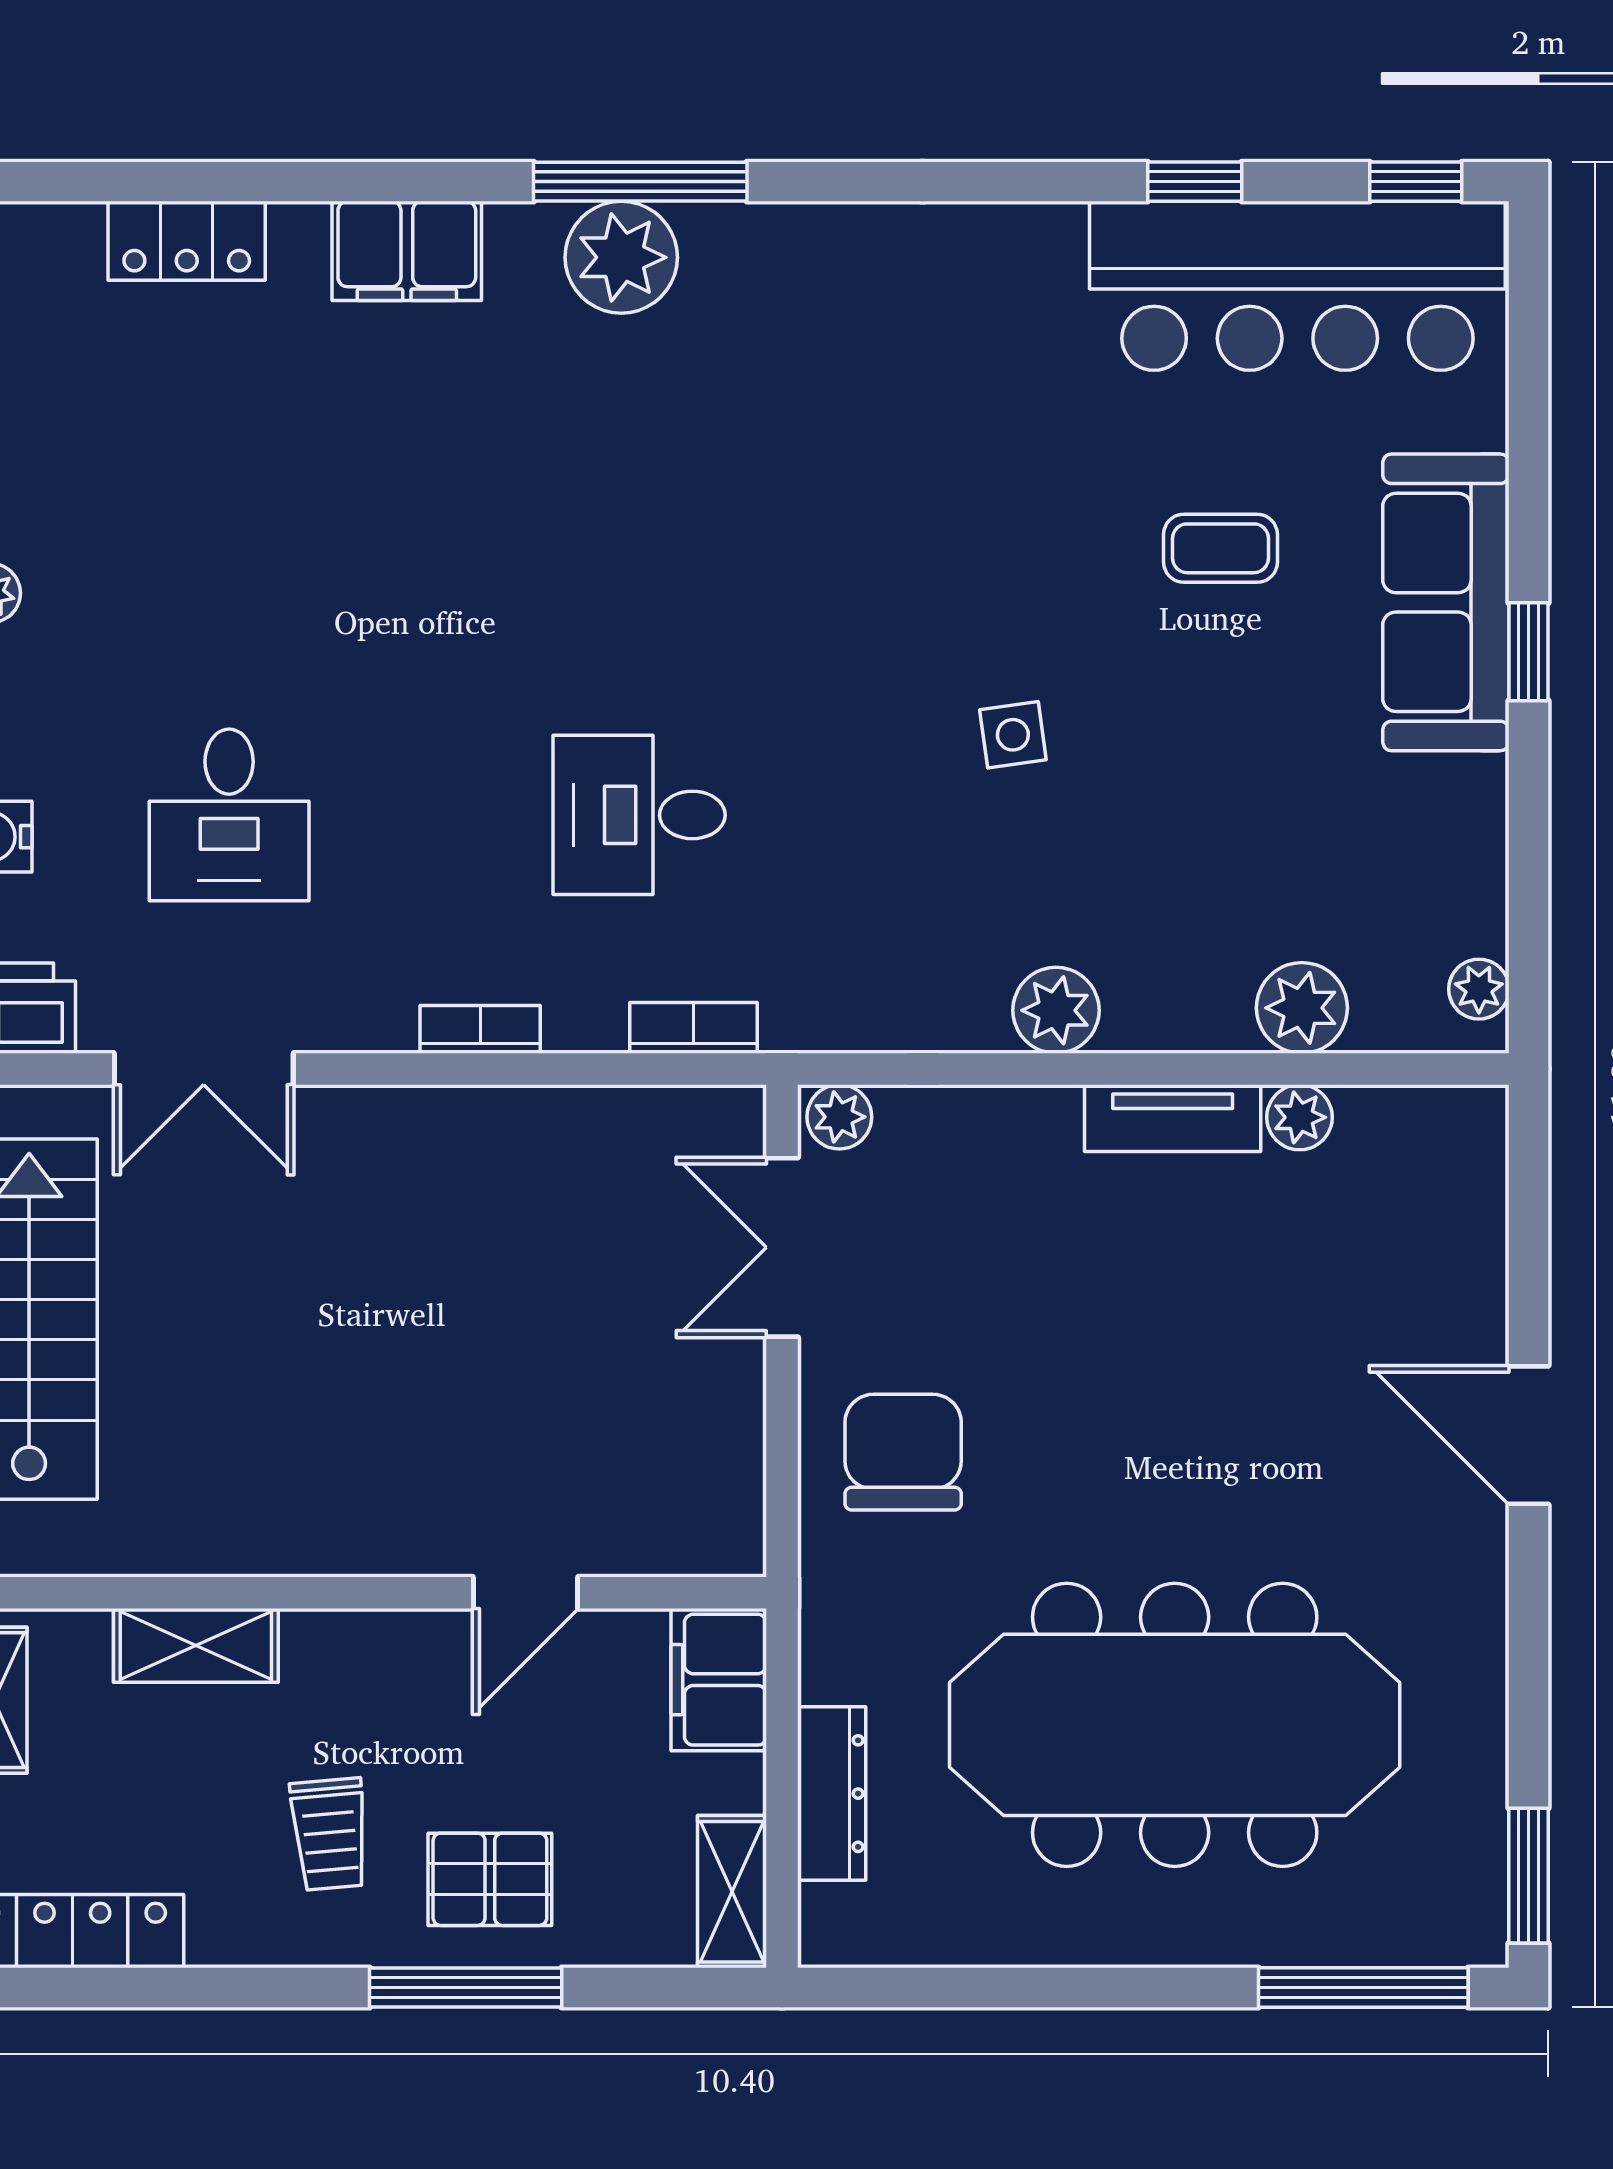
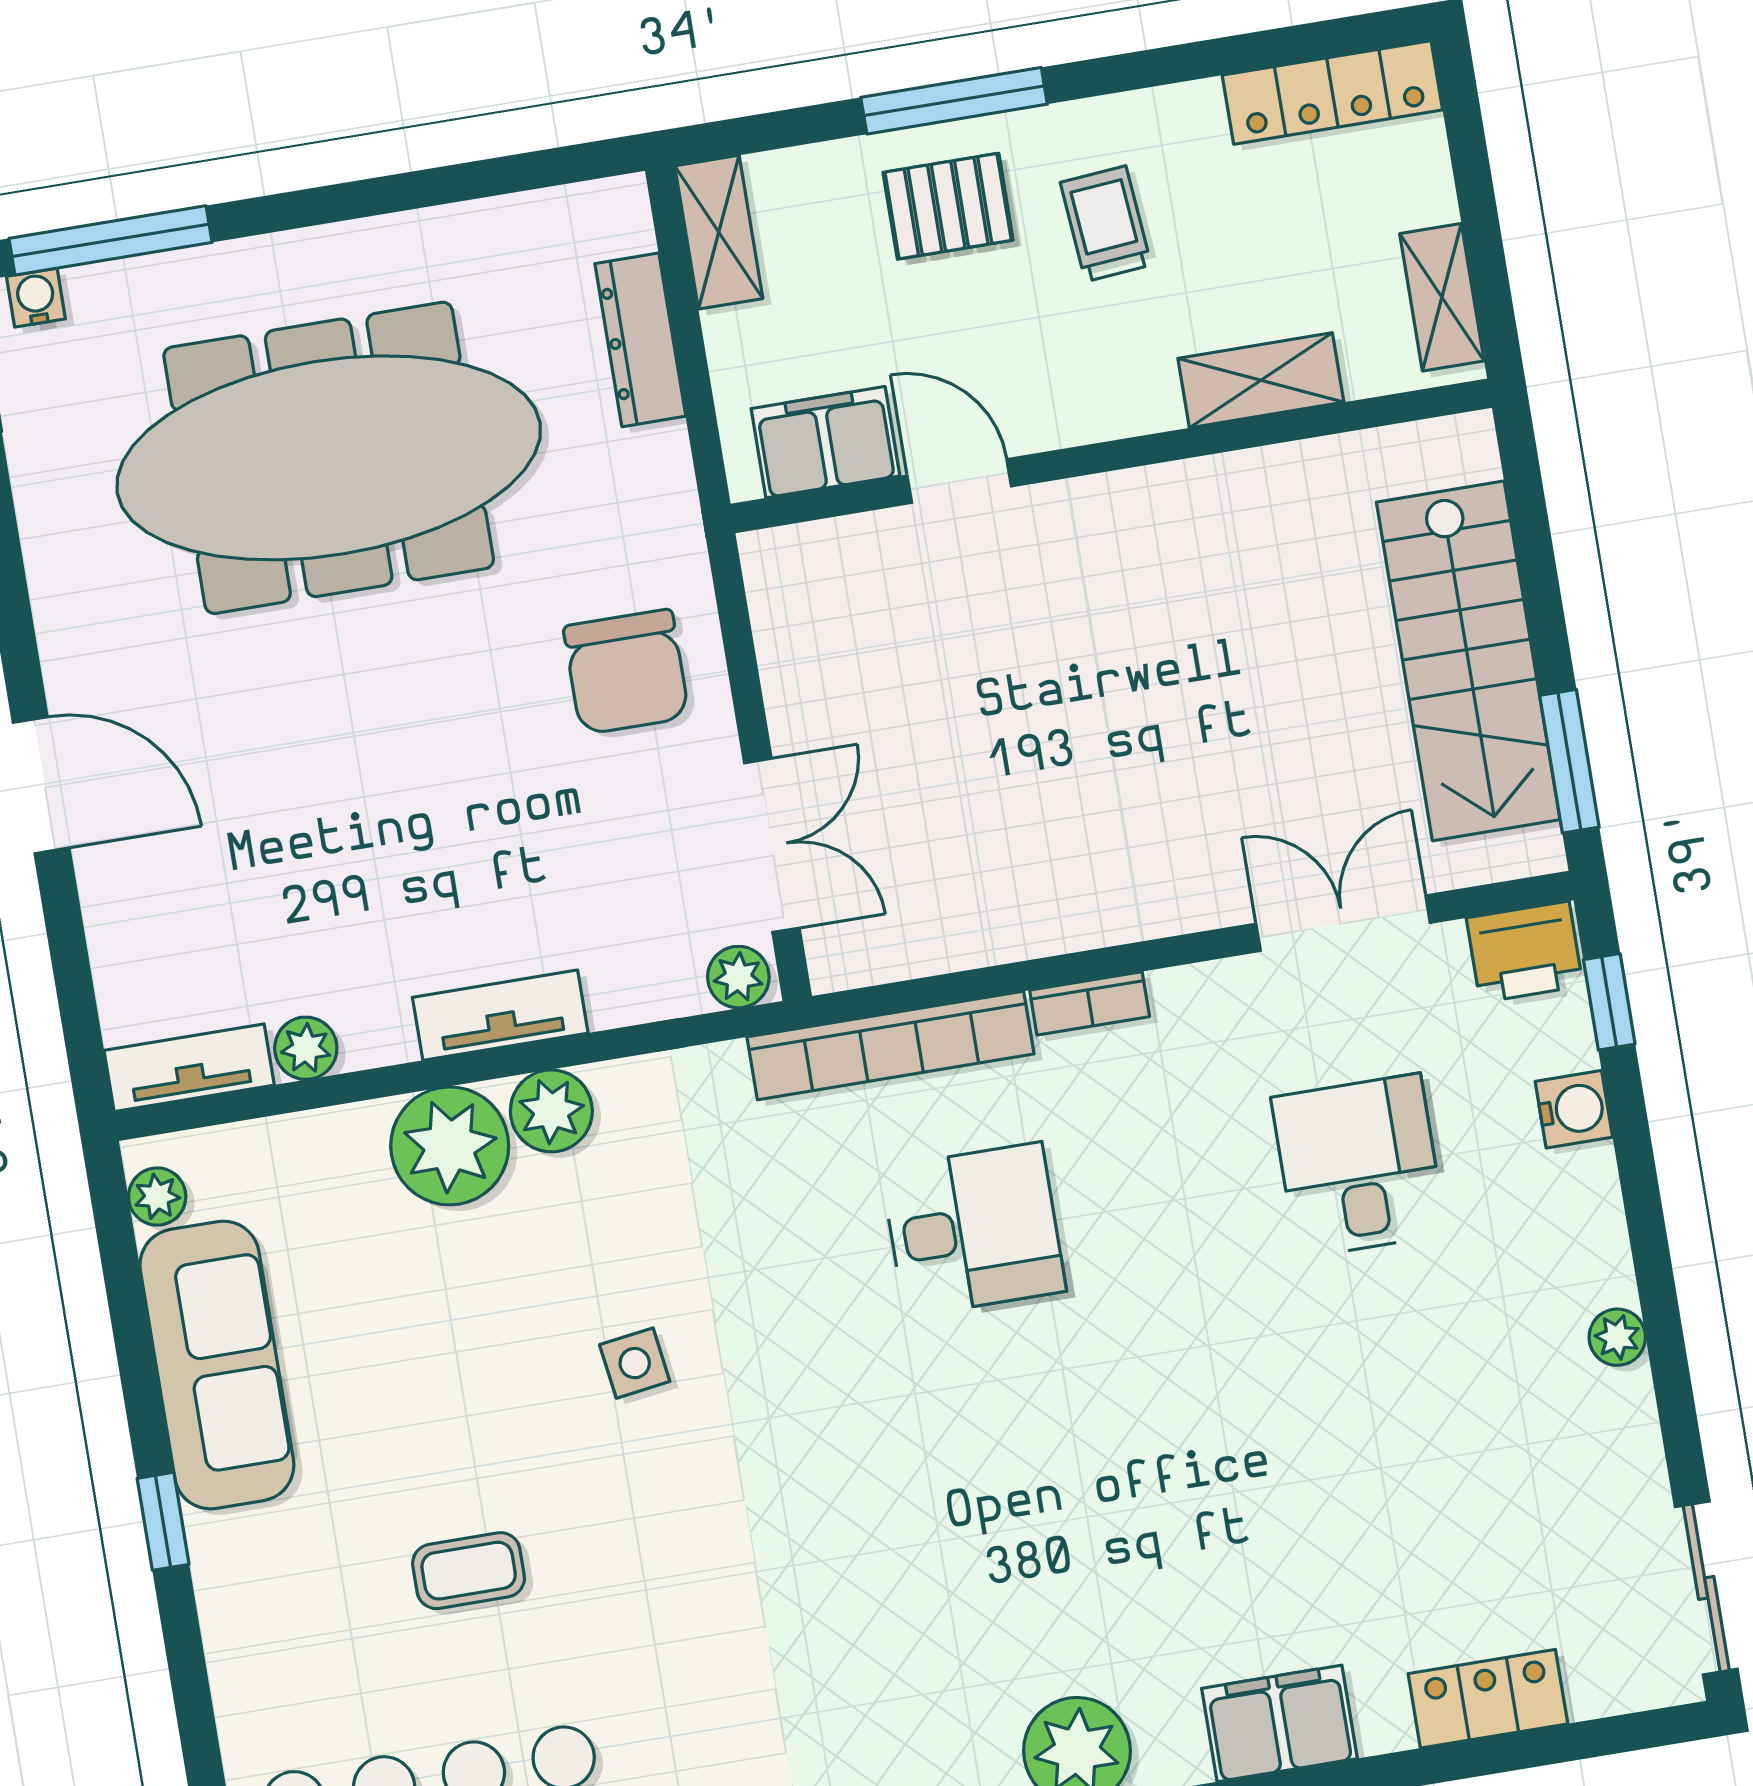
sofa: (1446, 602) -> (217, 1365), moved
plant: (1302, 1008) -> (450, 1146), moved, width x1.36, depth x1.36
bookcase: (693, 1028) -> (890, 1045), width x2.31, depth x1.31
tv unit: (1424, 1117) -> (189, 1068), added
tv unit: (1173, 1118) -> (500, 1015), moved
door: (525, 1593) -> (959, 481), hinge flipped
filing cabinet: (719, 1680) -> (825, 442), moved, turned -90
water cooler: (1450, 1941) -> (36, 298), added

